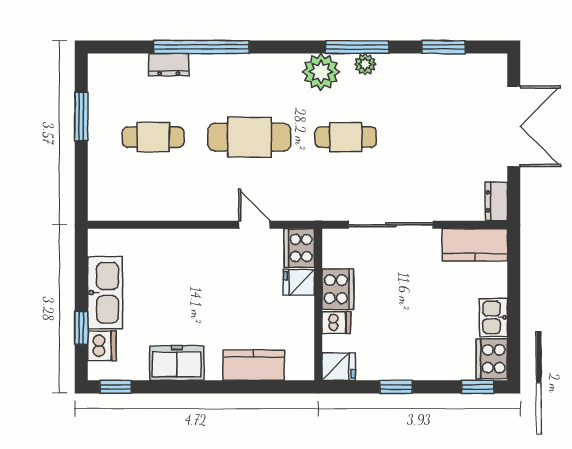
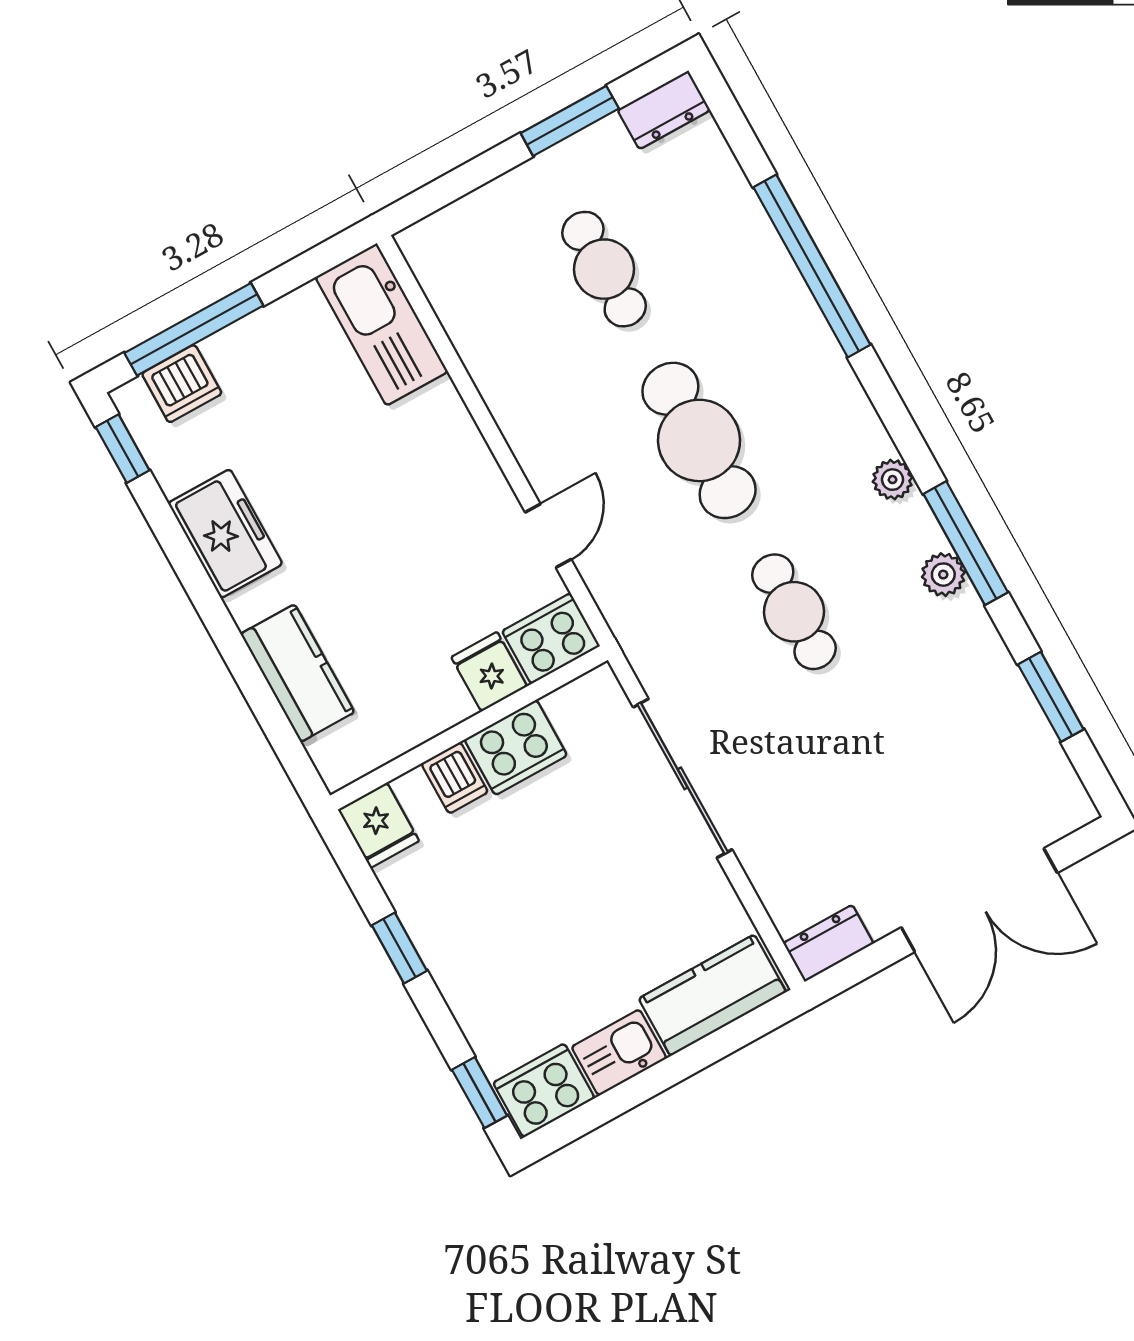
dresser: (169, 65) -> (664, 110), moved, turned -90
plant: (321, 72) -> (893, 480), width x0.53, depth x0.53
kitchen counter: (475, 245) -> (712, 995), moved, turned 90
kitchen sink: (105, 293) -> (382, 324), moved, turned 90
window: (81, 328) -> (194, 329), width x2.17

